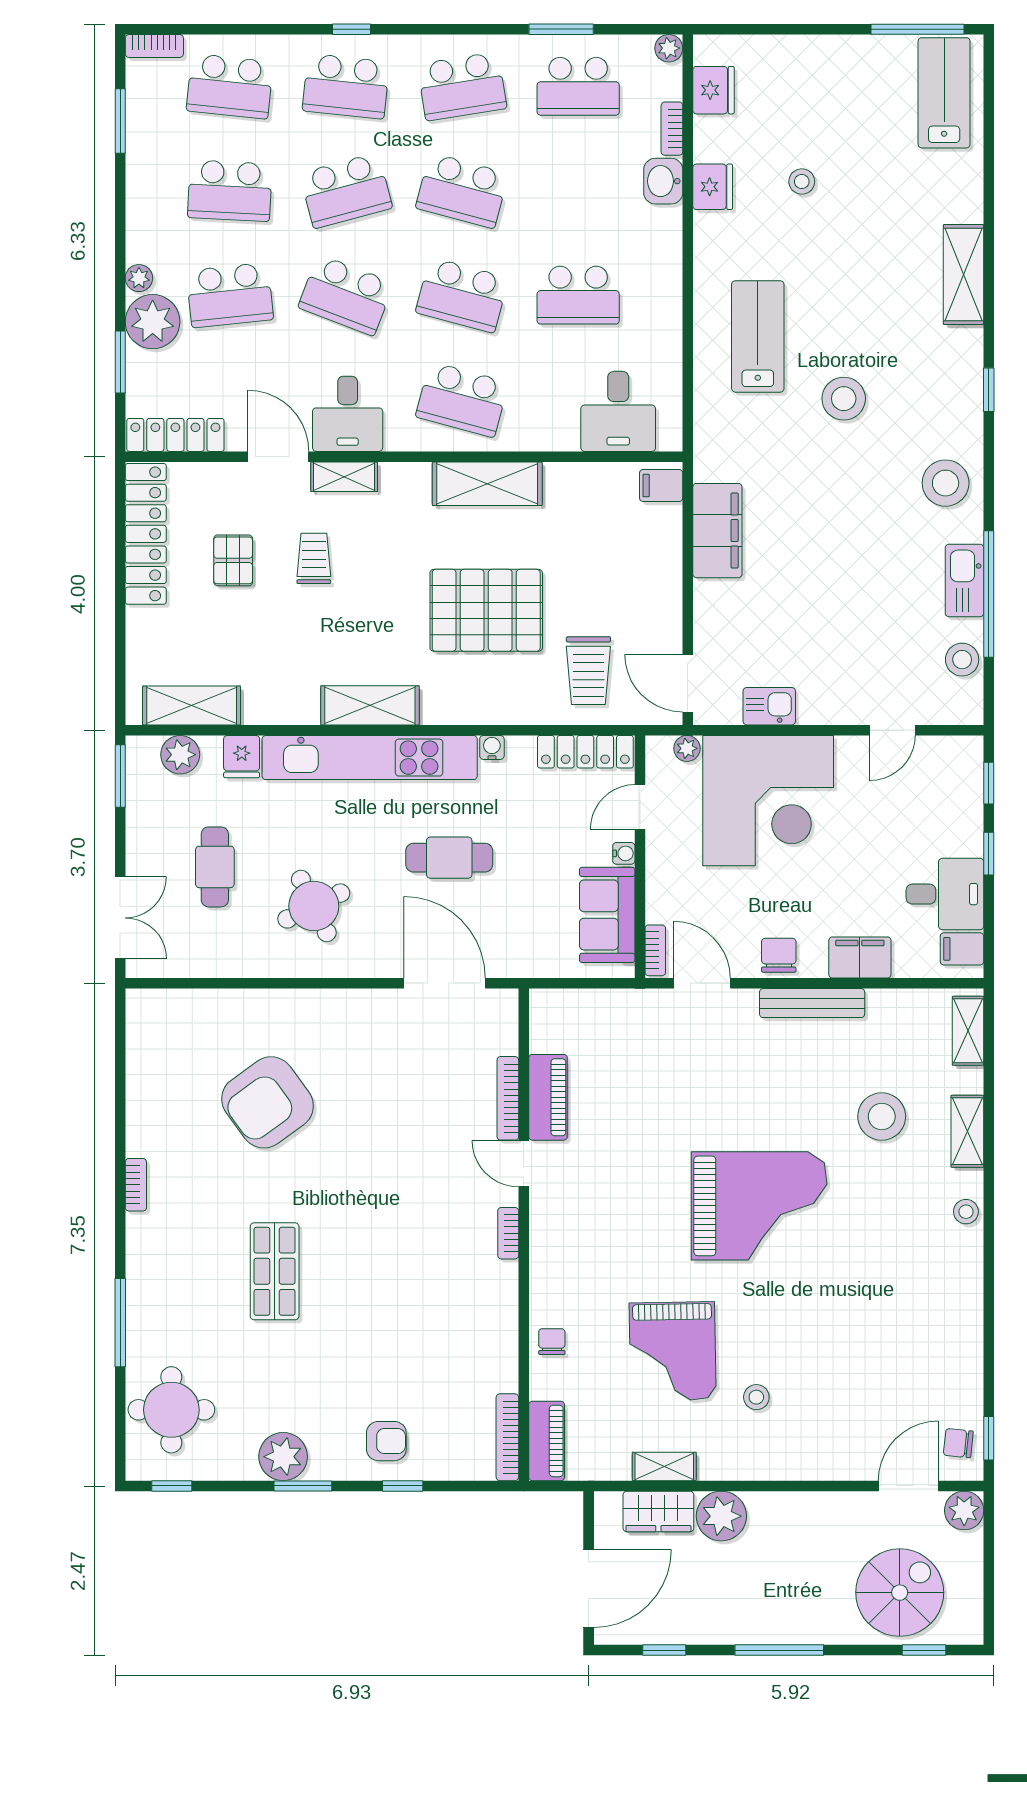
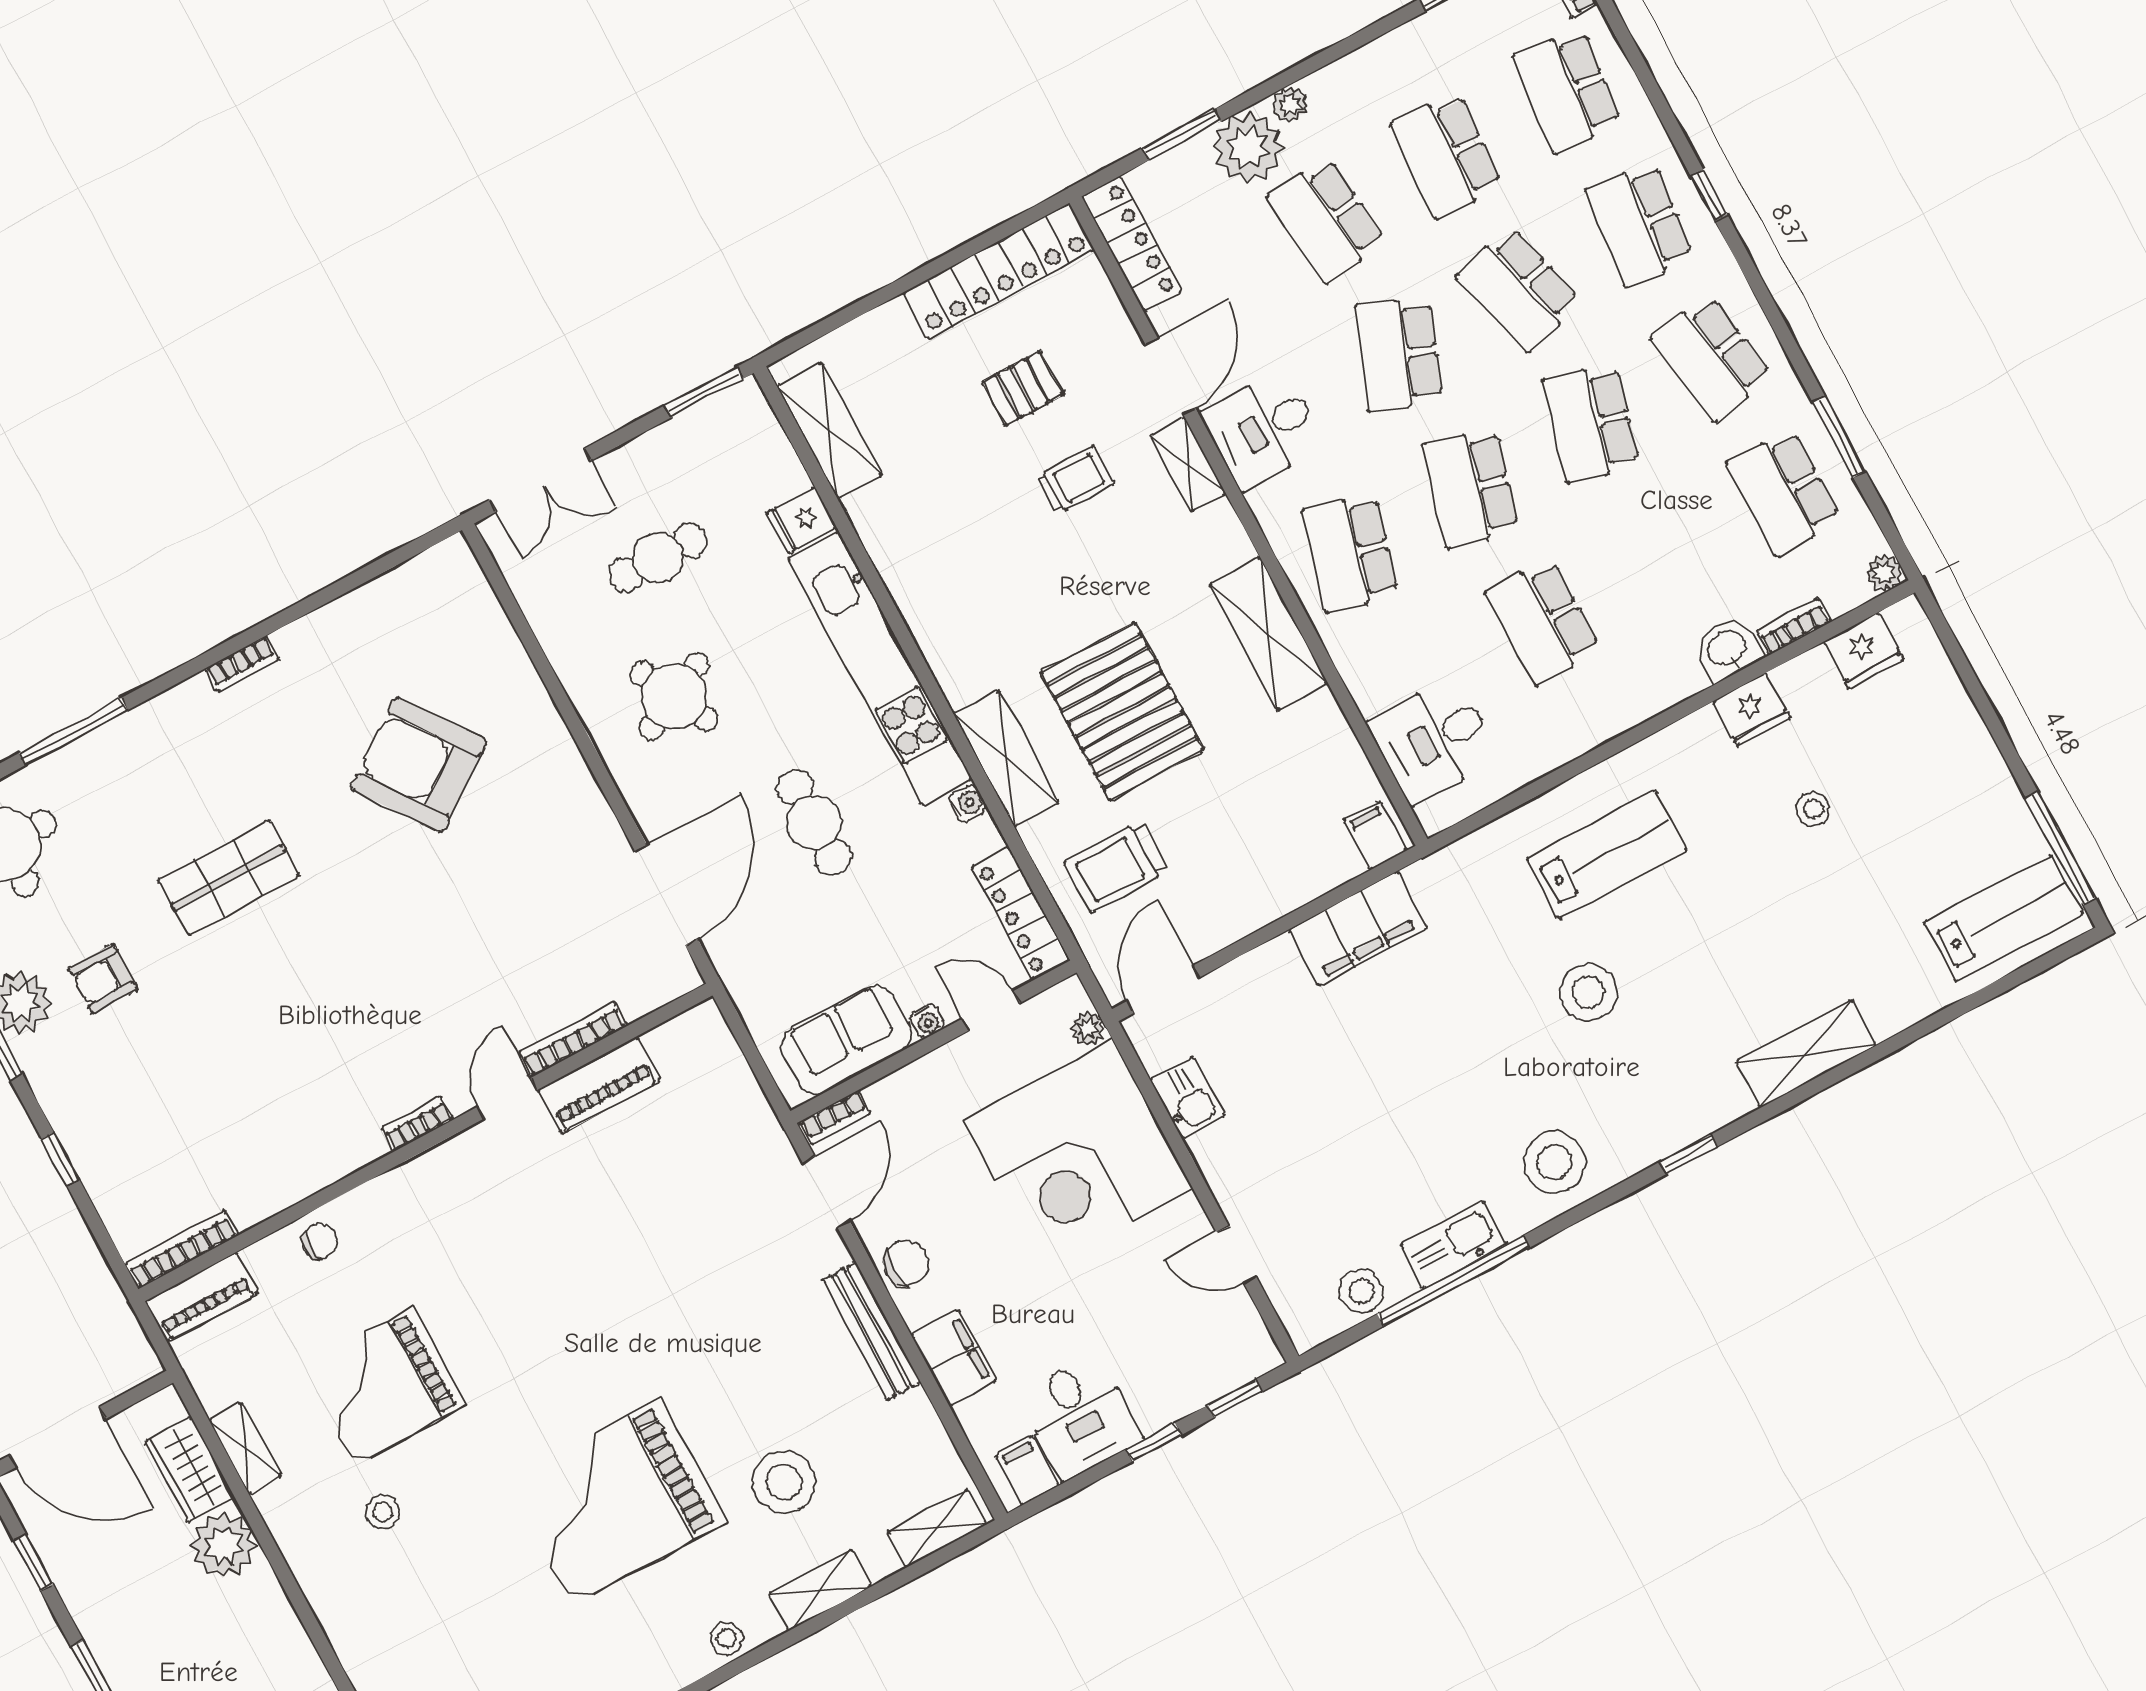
shelving: (370, 705) -> (1006, 758), moved
plant: (180, 755) -> (766, 448), removed
grand piano: (759, 1206) -> (617, 1501), moved, turned 90
armchair: (386, 1441) -> (103, 979), moved, turned 90

